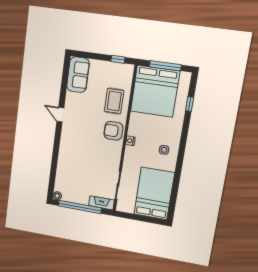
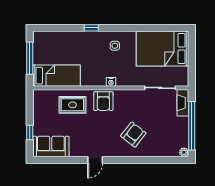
window: (118, 59) -> (30, 132), moved
bed: (155, 91) -> (56, 76), width x0.49
window: (190, 104) -> (91, 28), moved
armchair: (79, 153) -> (133, 135), added

